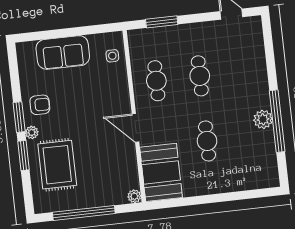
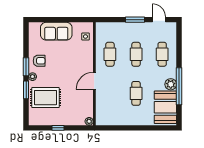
window: (162, 22) -> (135, 20), moved
cafe table: (243, 71) -> (162, 54), added
door: (135, 128) -> (94, 81), hinge flipped
rug: (57, 165) -> (45, 98), turned 90
booth: (161, 172) -> (165, 107), moved
window: (84, 213) -> (58, 128), width x0.32

